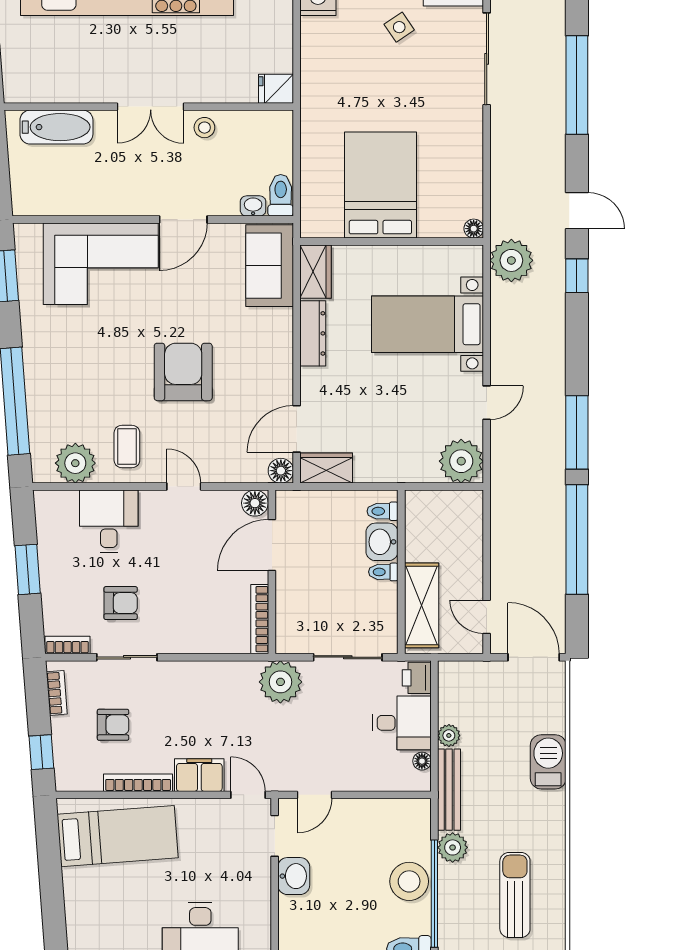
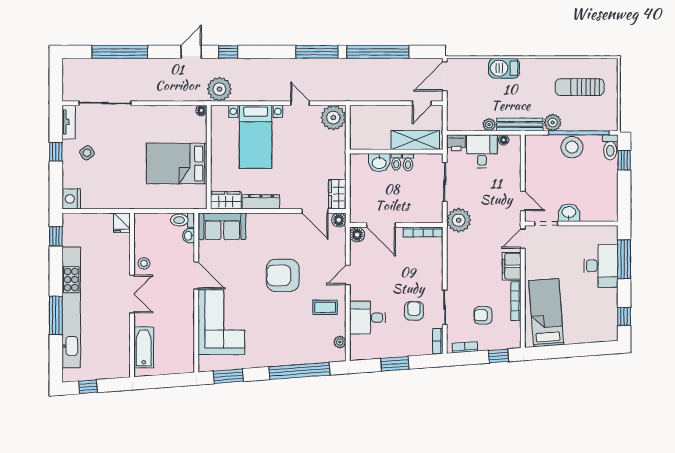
plant: (75, 463) -> (340, 342), width x0.53, depth x0.53
toilet: (383, 511) -> (408, 162), moved
armchair: (113, 725) -> (483, 315), turned -90

